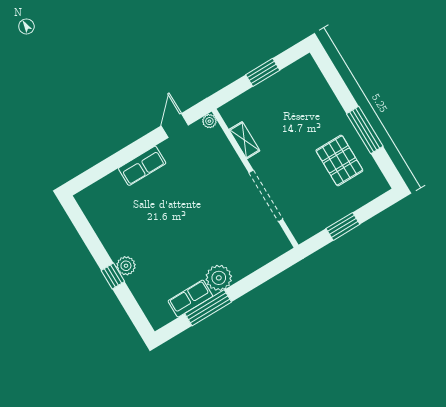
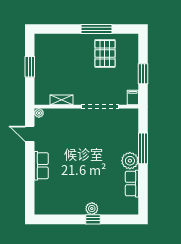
pallet: (339, 160) -> (105, 53), turned 90
filing cabinet: (304, 232) -> (133, 98), added
window: (208, 308) -> (143, 148), moved

